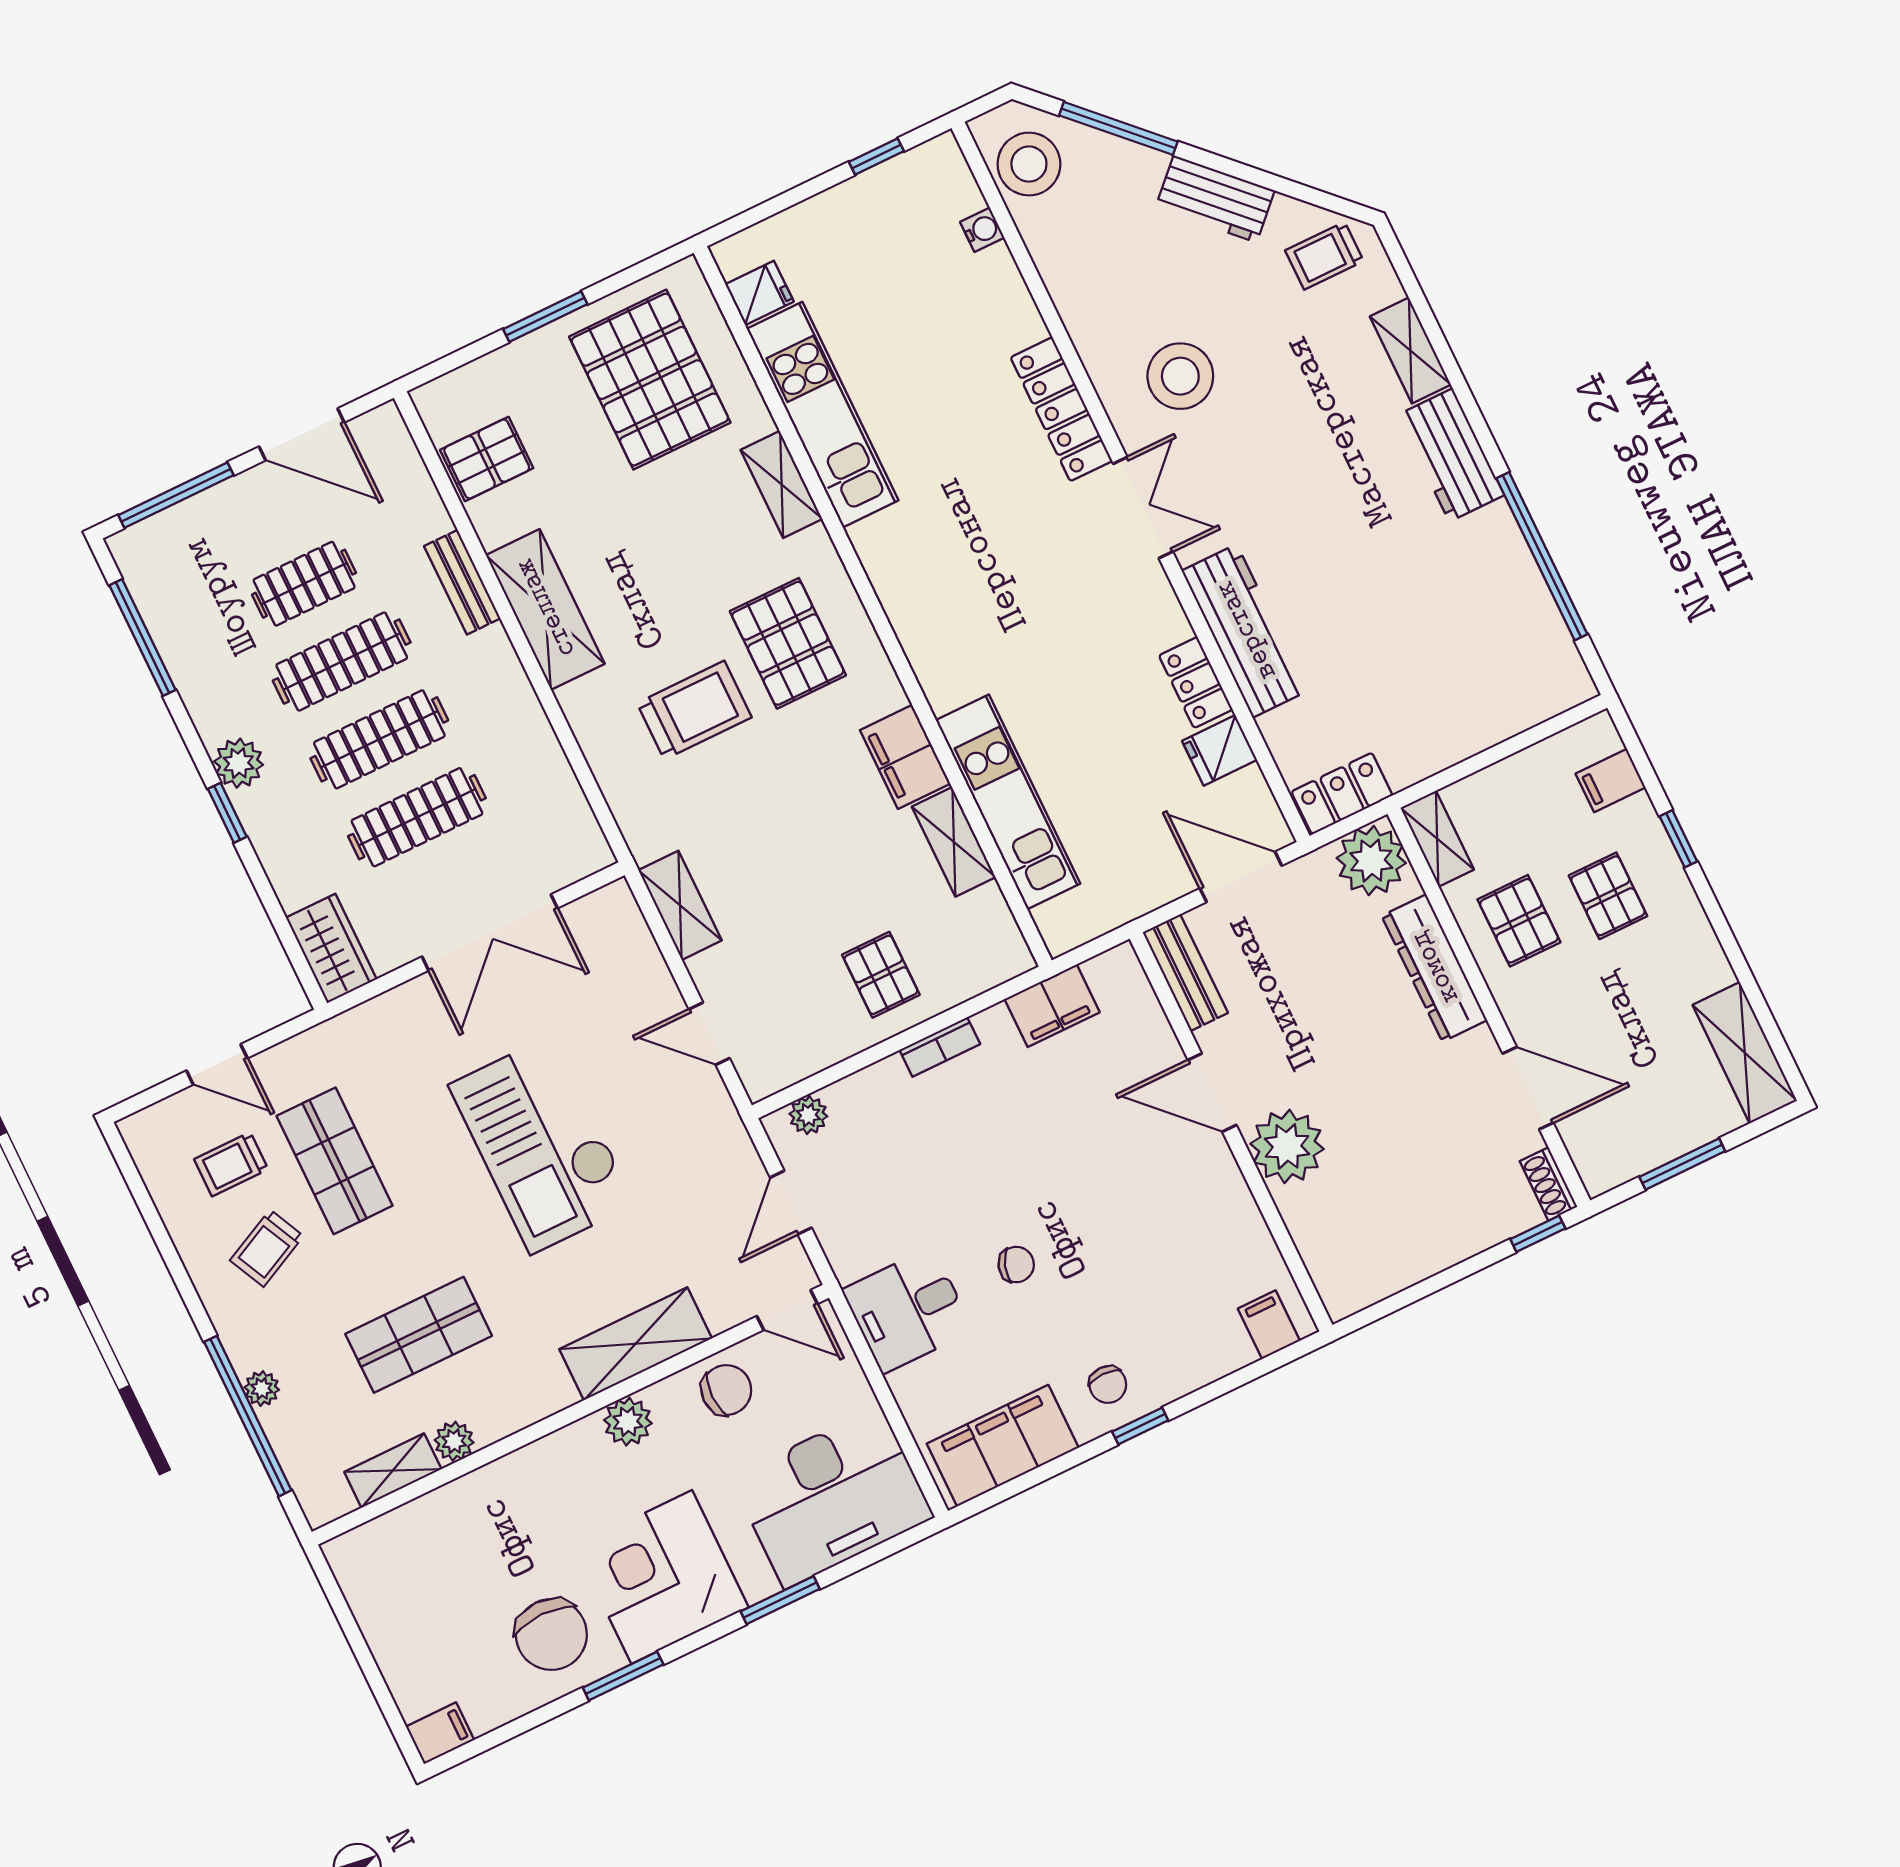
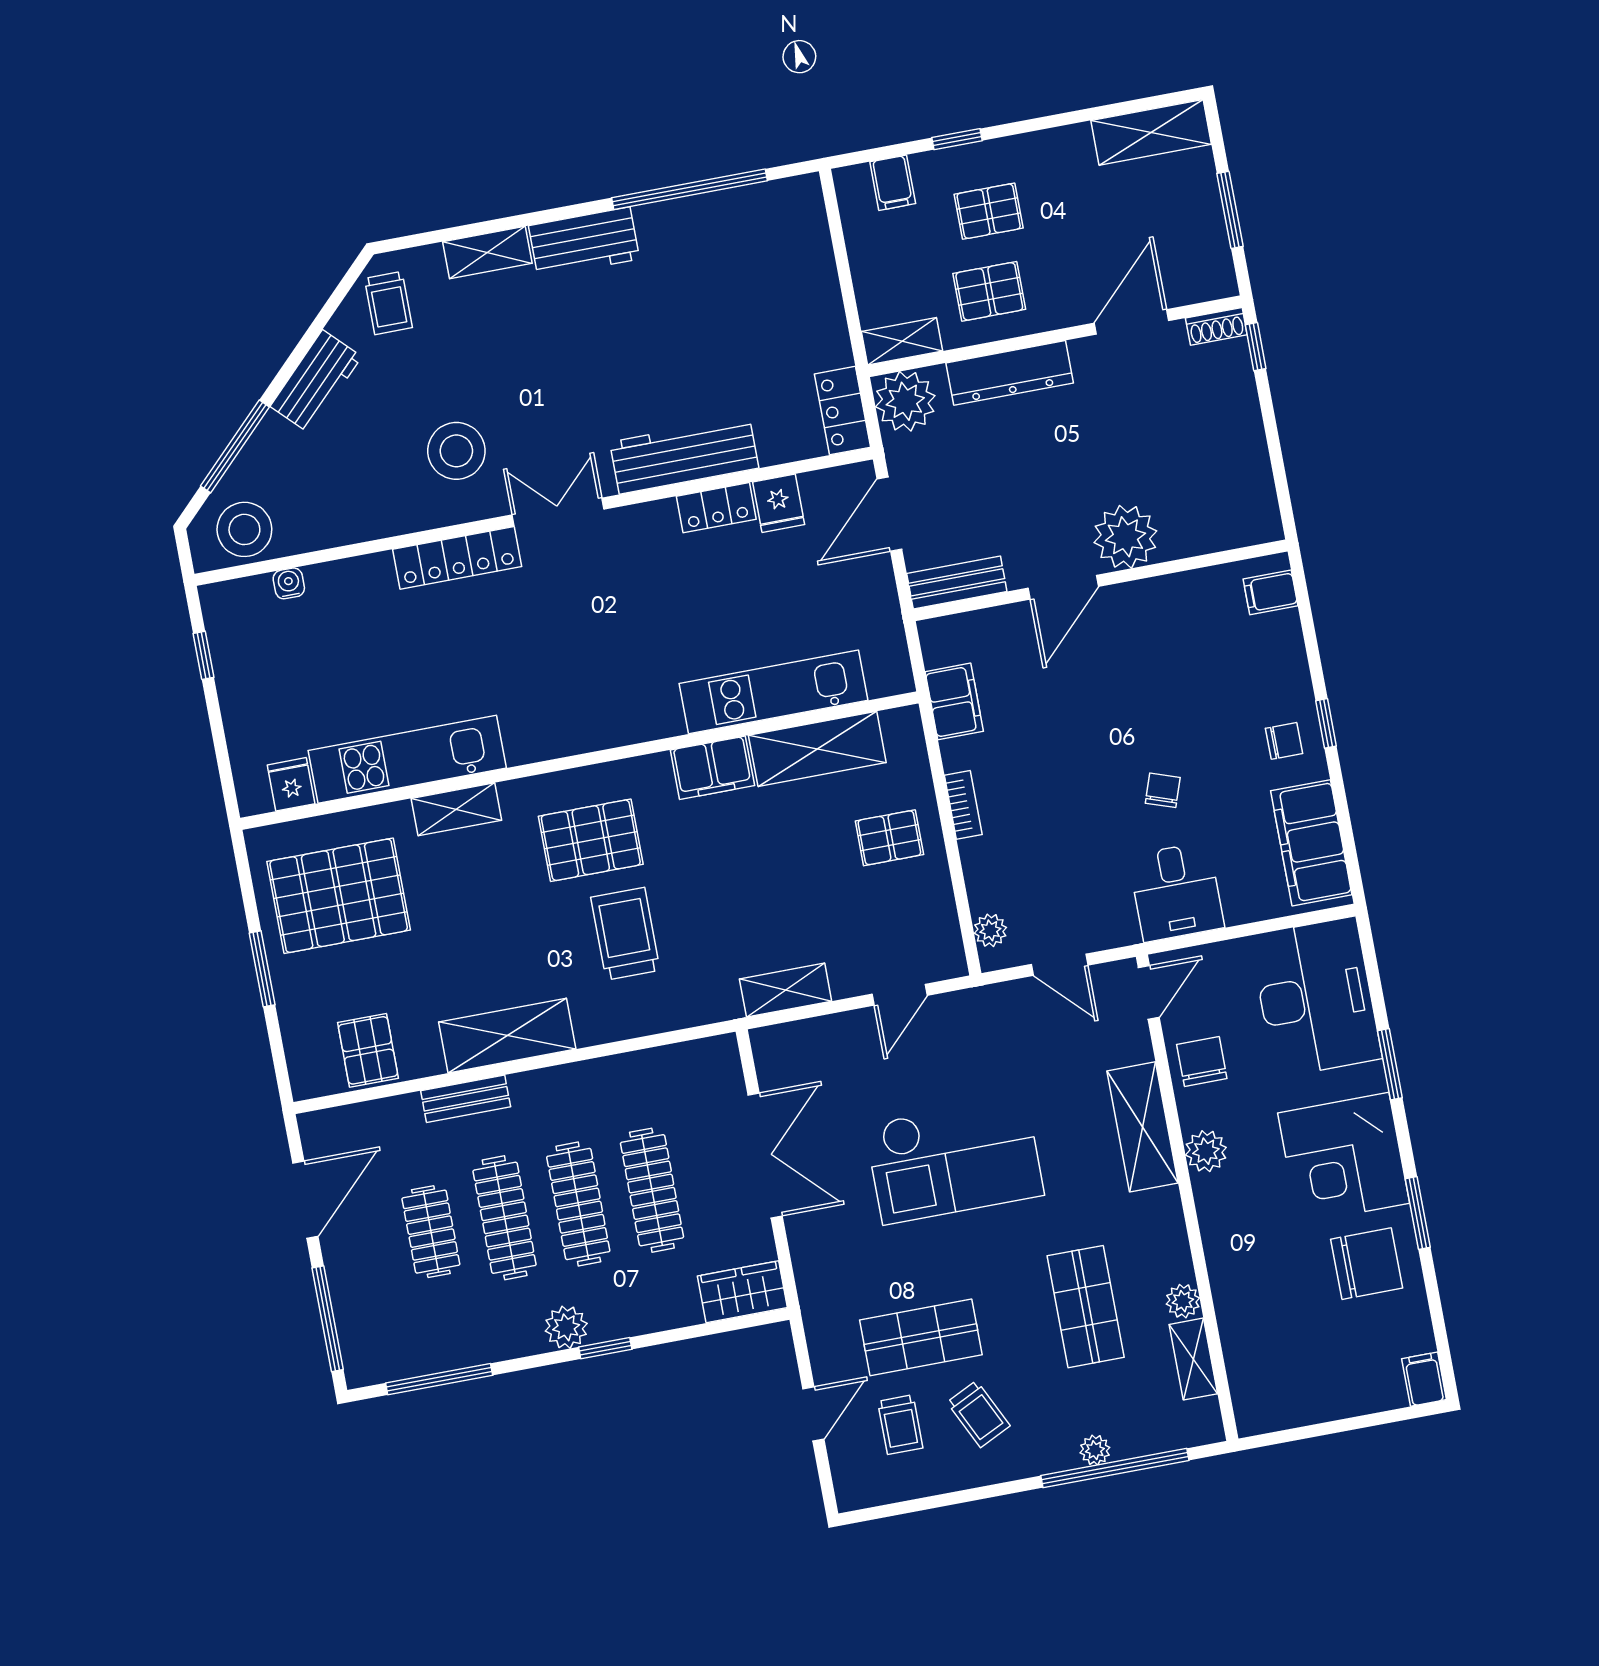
shelving: (954, 842) -> (817, 749), width x1.50, depth x1.33

